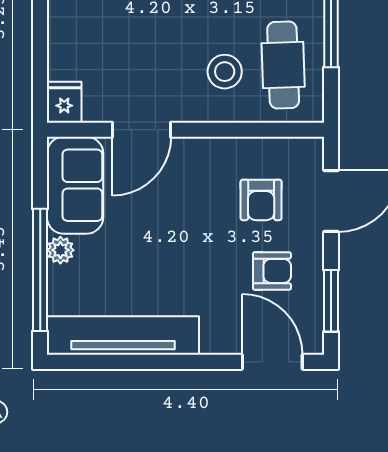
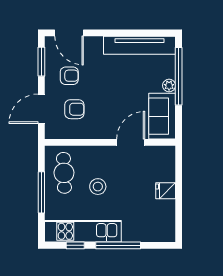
stool: (225, 72) -> (98, 187), moved
fridge: (64, 102) -> (166, 191), moved, turned 90
armchair: (261, 200) -> (74, 109), turned 90
armchair: (272, 271) -> (69, 76), turned 180

